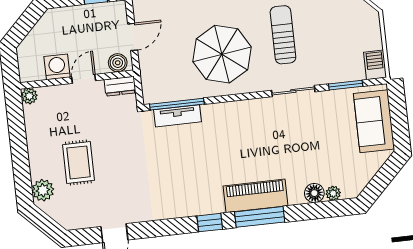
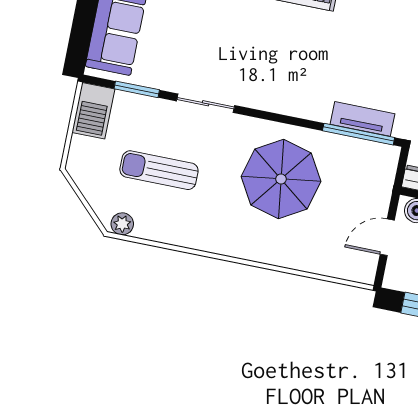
sun lounger: (283, 35) -> (159, 170), moved, turned 90
barbecue: (375, 65) -> (93, 111), width x1.38, depth x1.27

